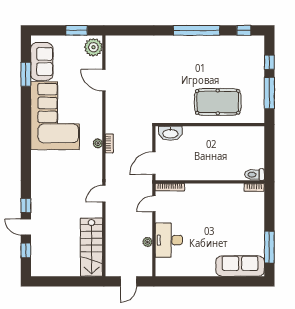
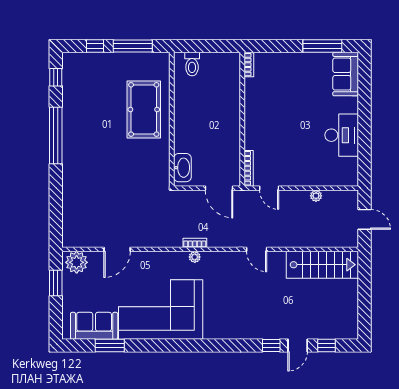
toilet: (255, 175) -> (192, 64), moved
desk: (169, 240) -> (342, 135), moved, turned -90
sofa: (240, 266) -> (346, 74), width x0.73

